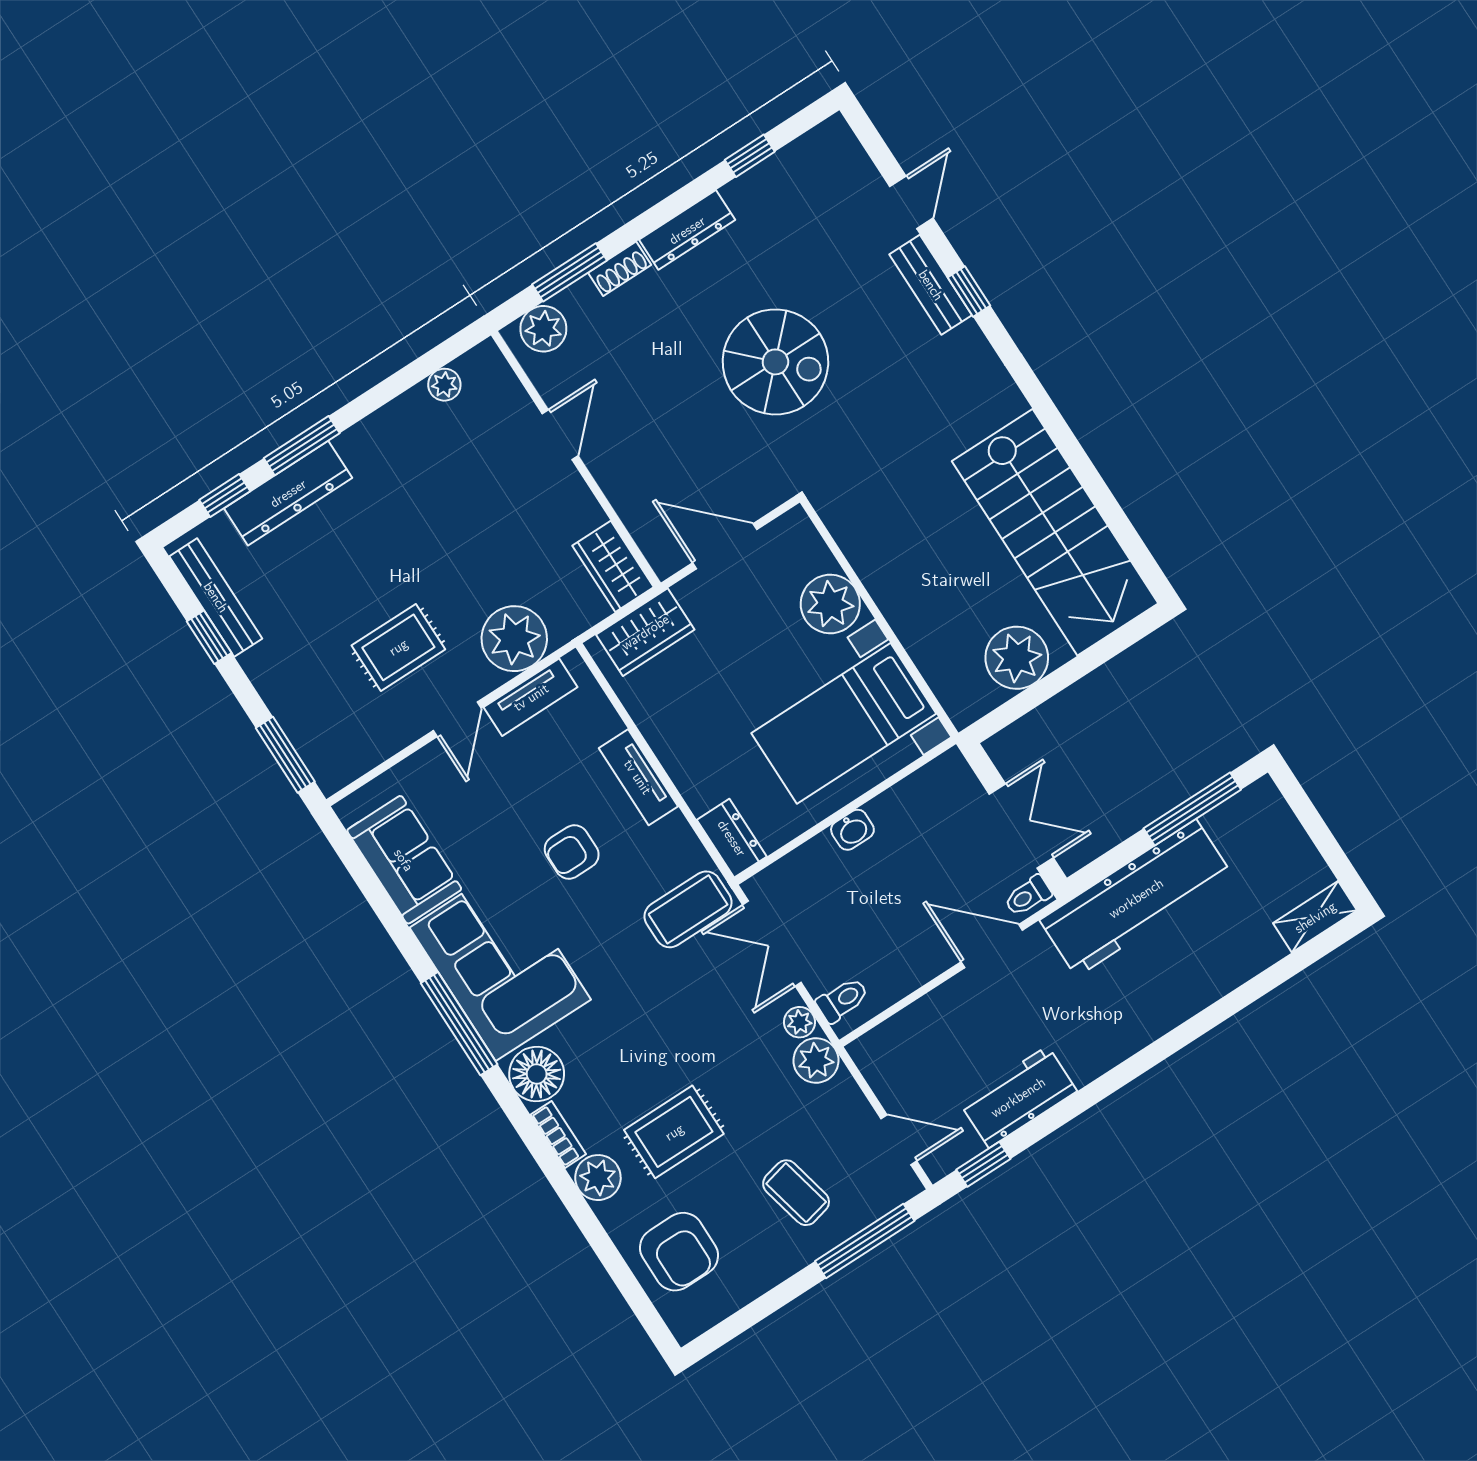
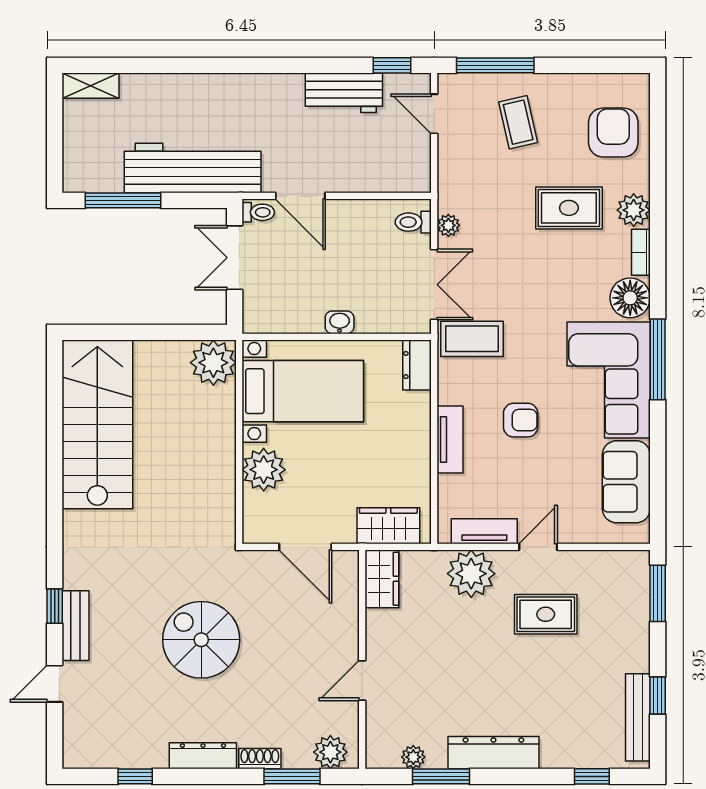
window: (302, 446) -> (441, 776), moved
dresser: (288, 493) -> (493, 753), moved
plant: (1017, 658) -> (213, 363), moved
plant: (816, 1060) -> (453, 195), removed

